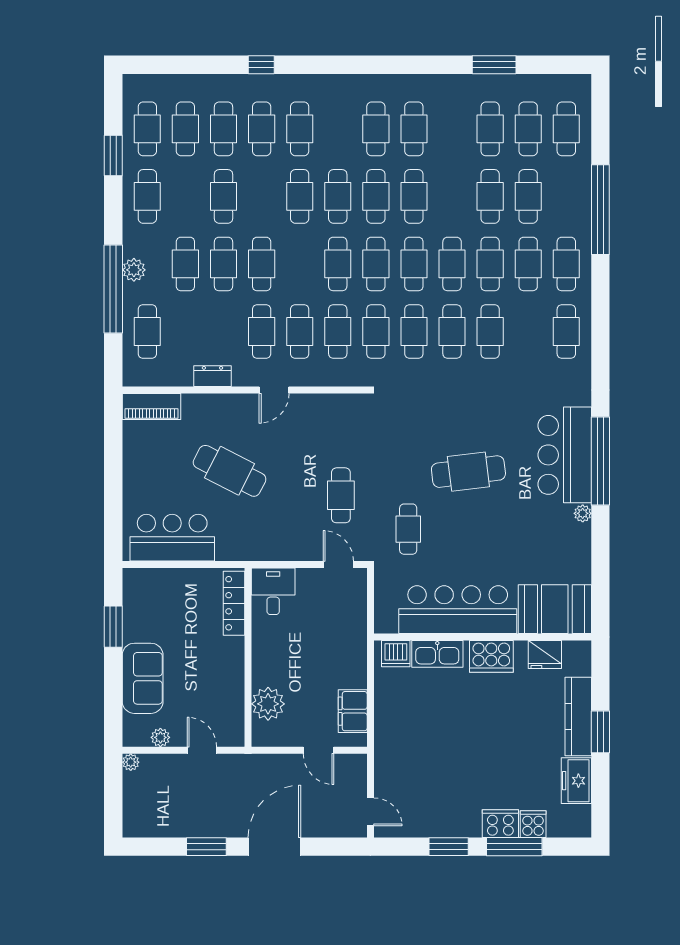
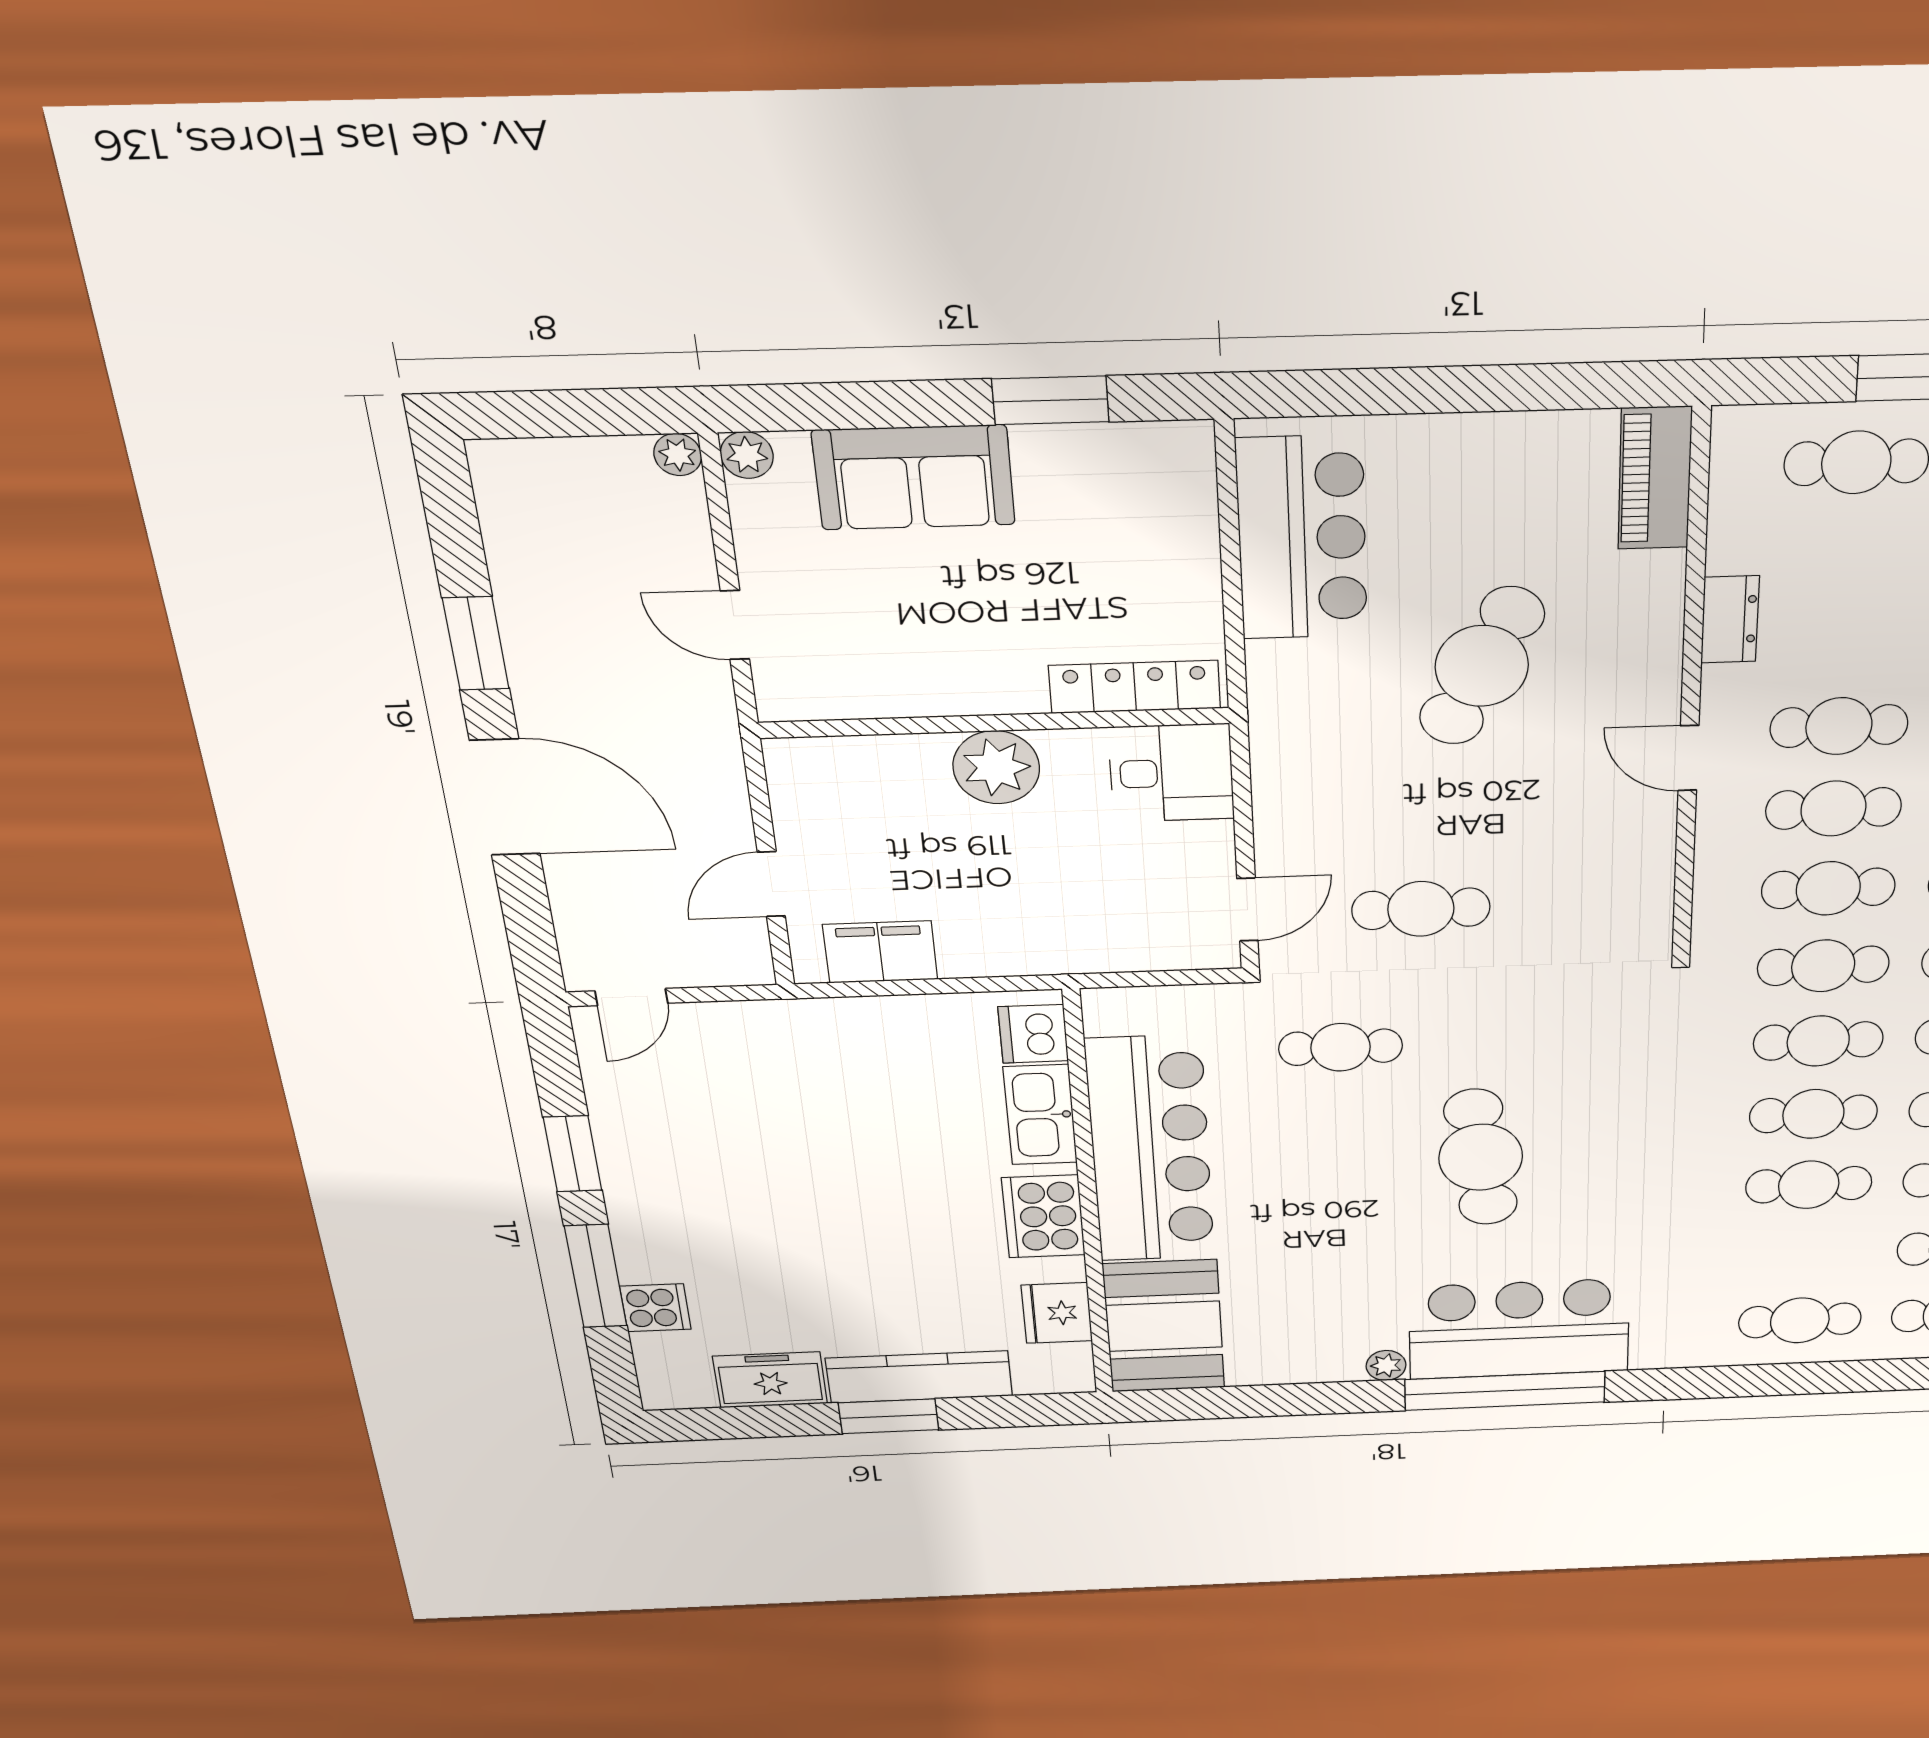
plant: (268, 704) -> (996, 767), moved
plant: (160, 737) -> (747, 455), moved
door: (202, 750) -> (735, 625), swing flipped
cooker: (500, 824) -> (646, 1249), removed

